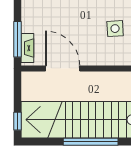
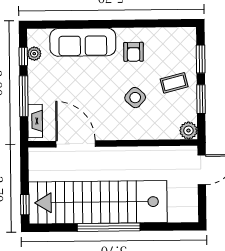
side table: (115, 29) -> (135, 98), turned 45
window: (18, 39) -> (24, 96), moved

